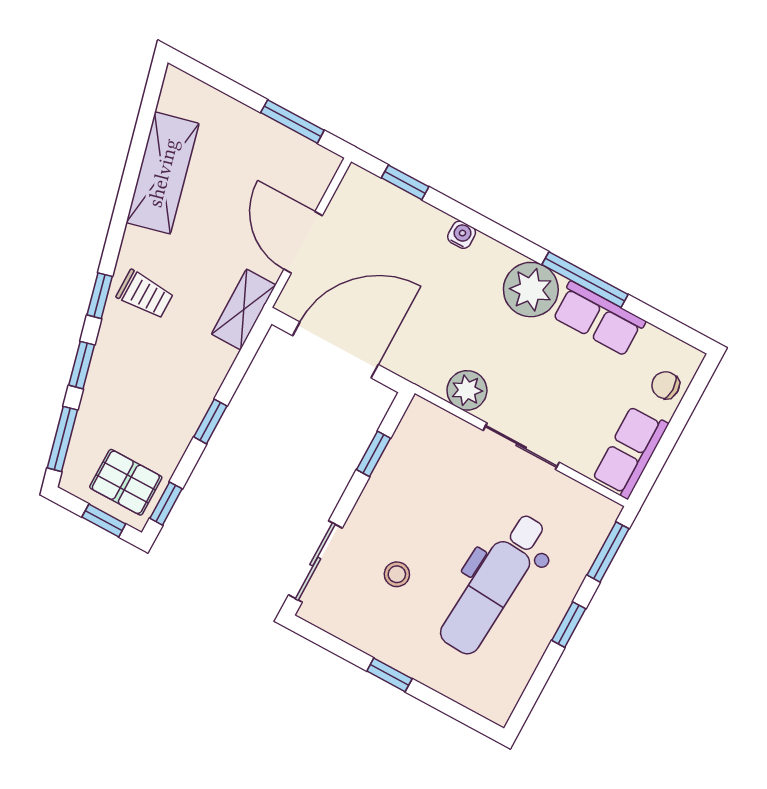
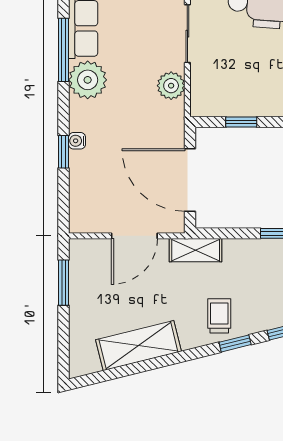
window: (405, 182) -> (63, 152), moved

